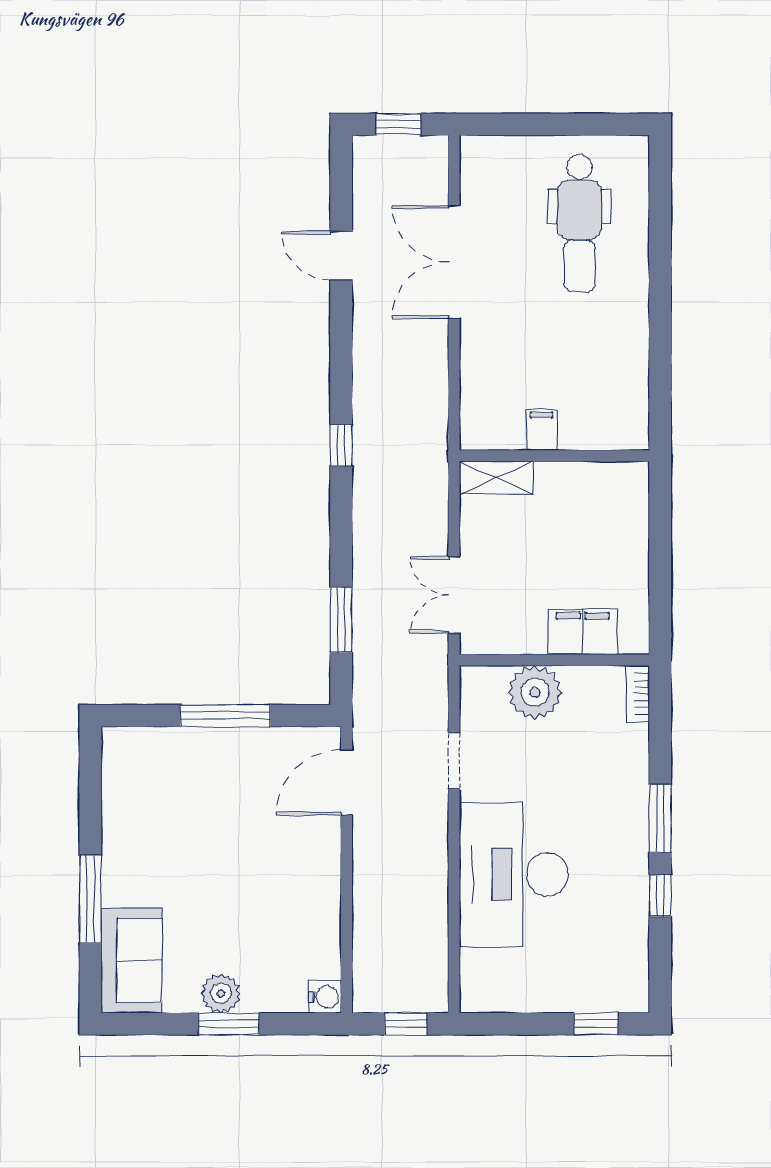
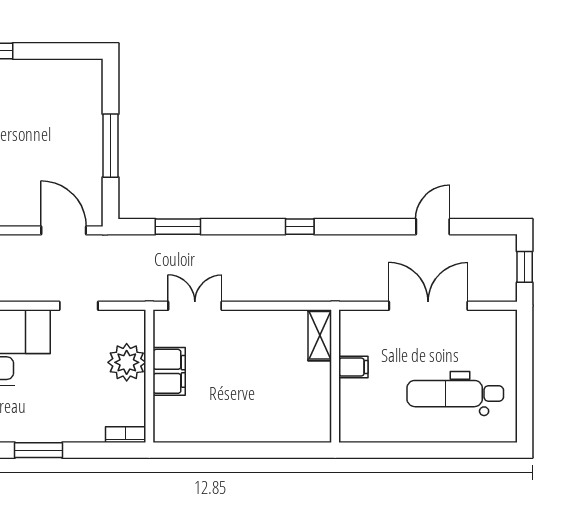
filing cabinet: (542, 430) -> (353, 367), moved
wall: (554, 456) -> (335, 376), moved
shelving: (496, 478) -> (320, 335), moved
filing cabinet: (583, 632) -> (169, 371), moved

